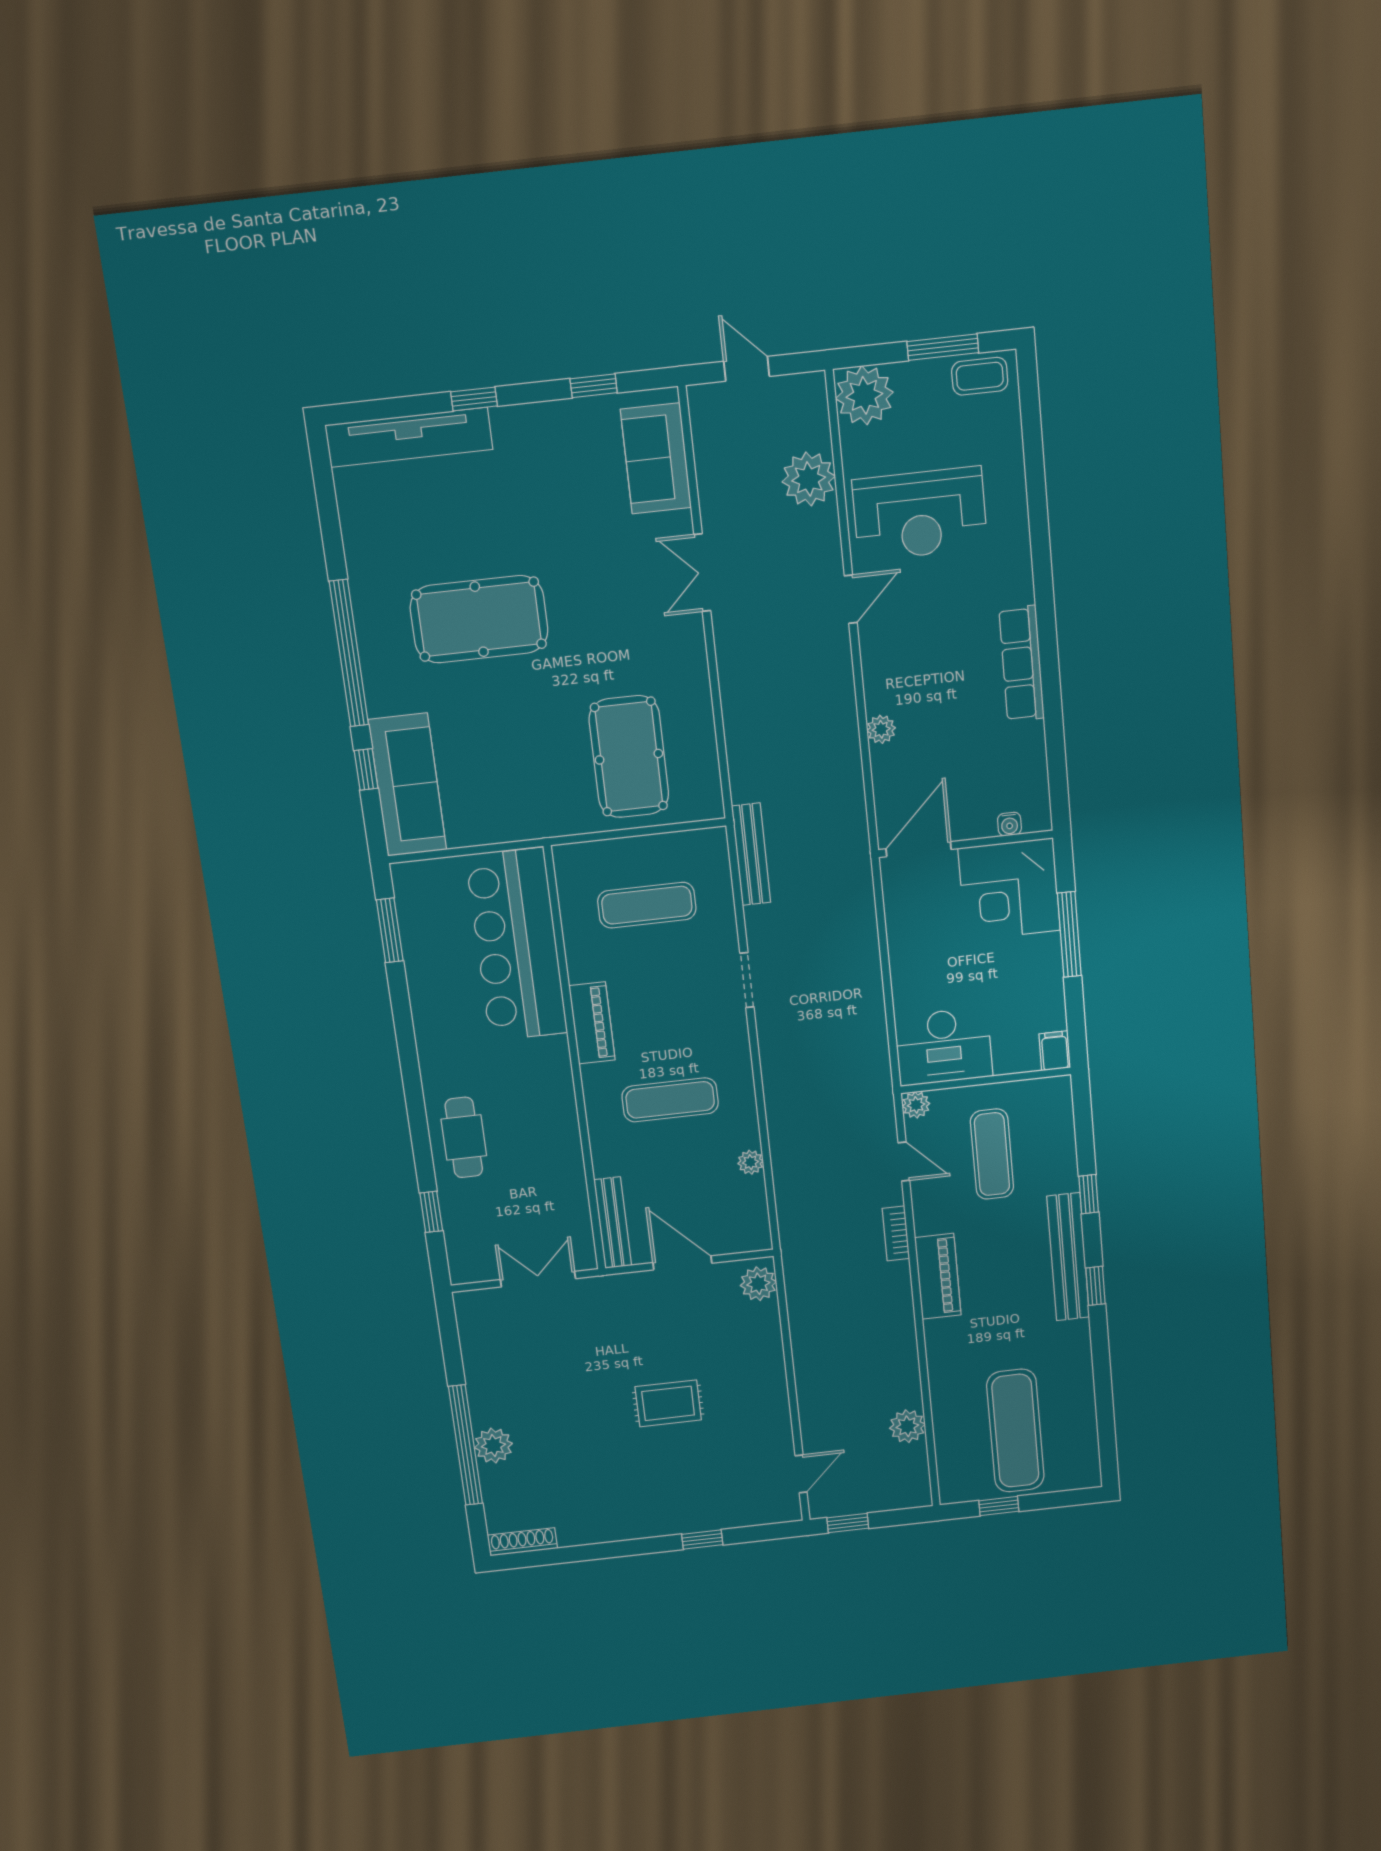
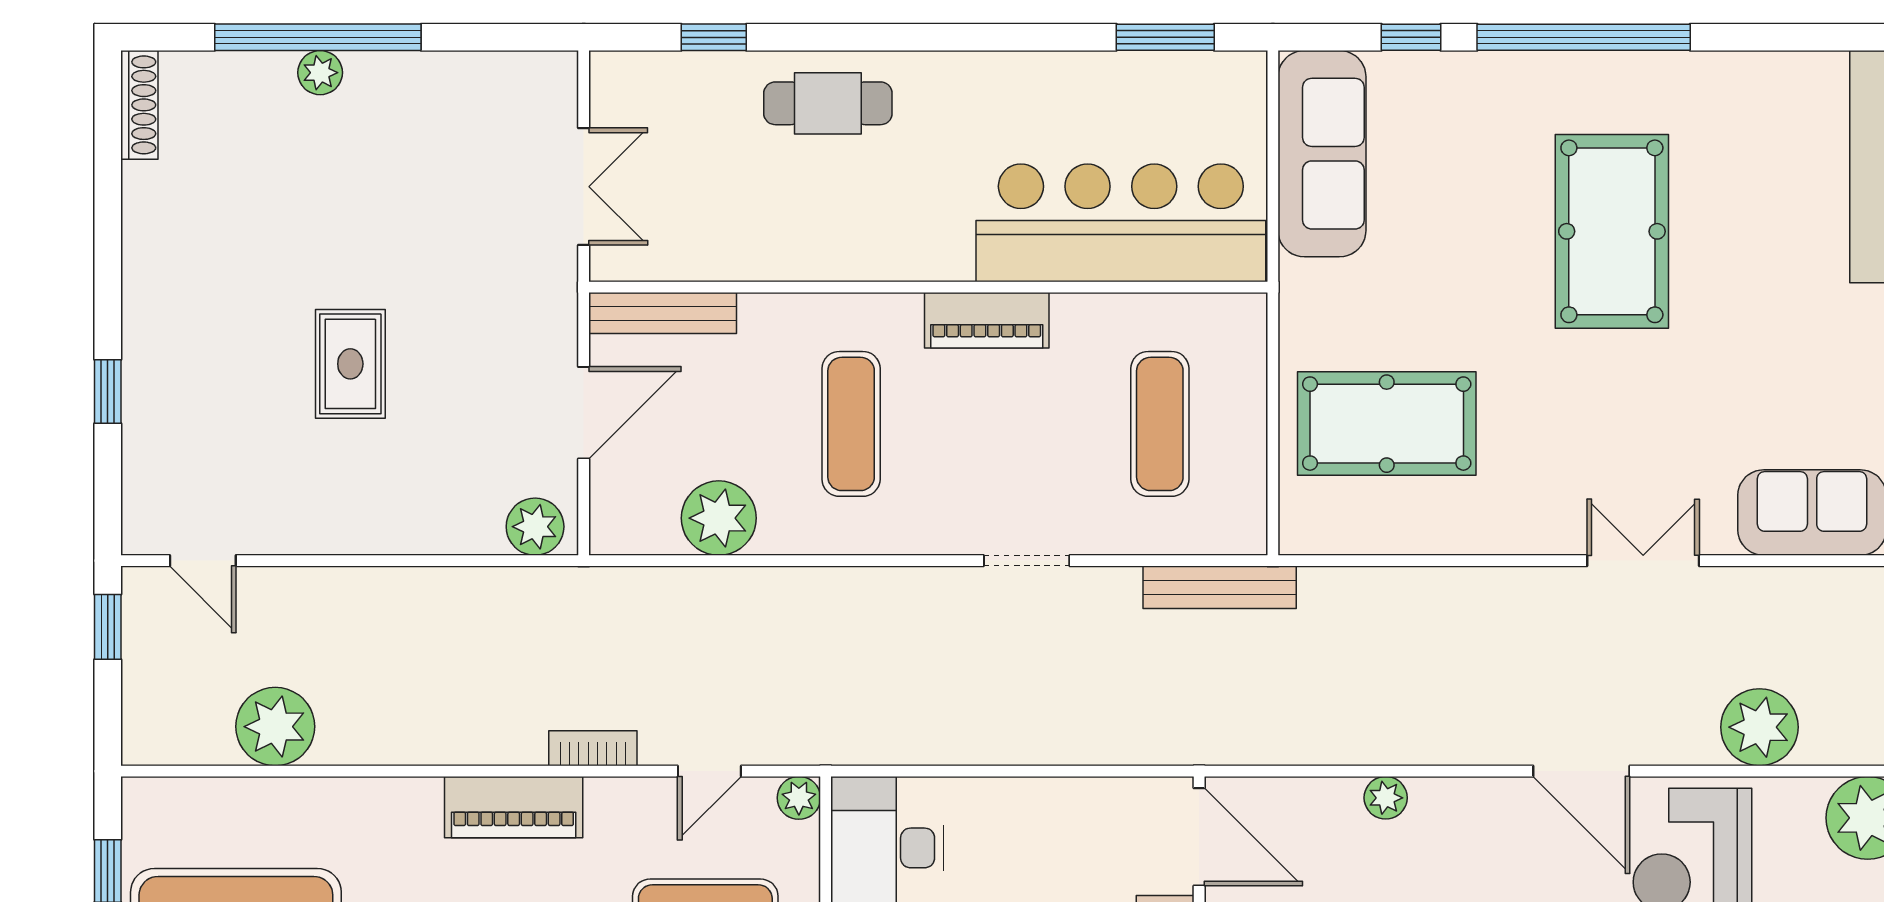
door: (851, 599) -> (1581, 771), width x1.38
sofa: (407, 785) -> (1322, 154), moved, turned -90
plant: (750, 1162) -> (719, 518), width x1.87, depth x1.87
plant: (907, 1426) -> (275, 727), width x1.36, depth x1.36
plant: (493, 1446) -> (320, 73), width x0.73, depth x0.73

